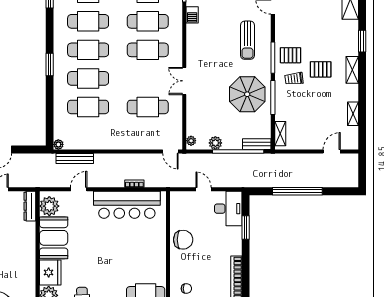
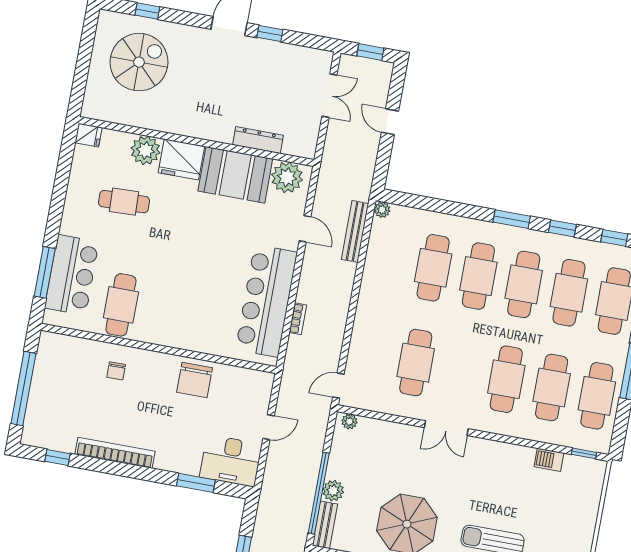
window: (50, 33) -> (562, 228), added
double door: (184, 81) -> (446, 428), swing flipped
plant: (215, 143) -> (333, 491), moved
dresser: (30, 206) -> (258, 140), moved

